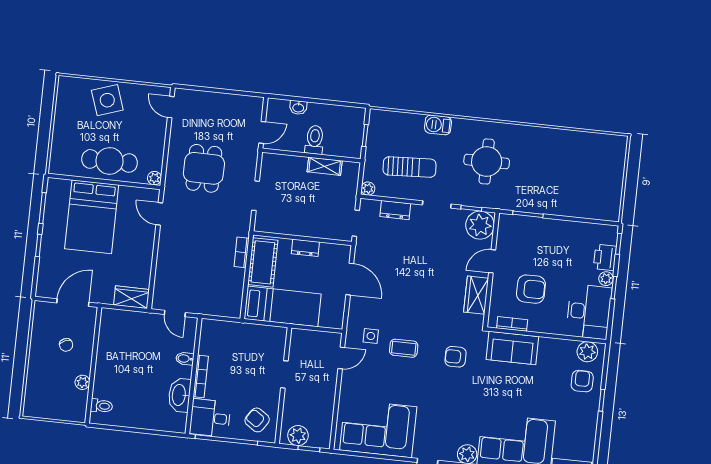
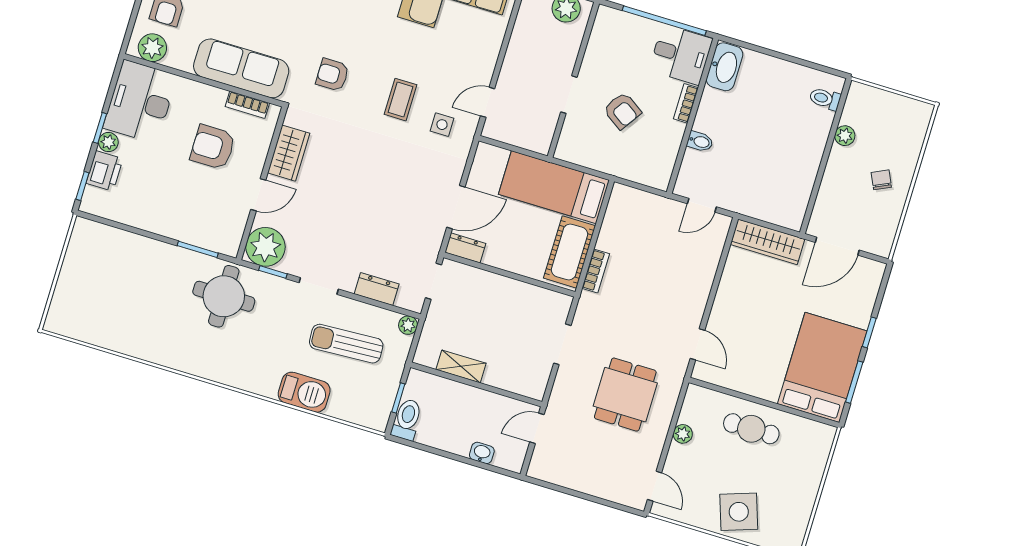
barbecue: (438, 125) -> (304, 392), width x1.38, depth x1.27
toilet: (315, 140) -> (407, 419), moved, turned 180
cafe table: (110, 161) -> (751, 429), width x0.73, depth x0.74
round table: (487, 161) -> (224, 296), moved
plant: (154, 178) -> (683, 434), moved
bed: (92, 217) -> (822, 367), moved
dresser: (305, 248) -> (465, 248), moved
door: (350, 279) -> (456, 207), swing flipped
wardrobe: (131, 297) -> (768, 242), width x1.50
door: (175, 313) -> (702, 205), swing flipped
chair: (66, 345) -> (881, 180), moved
coffee table: (404, 348) -> (400, 100), turned 90
sofa: (512, 348) -> (241, 68), width x1.36
armchair: (455, 357) -> (332, 75), turned 180
bookcase: (201, 376) -> (686, 103), width x0.64
washbasin: (179, 395) -> (725, 67), moved
armchair: (257, 420) -> (622, 111), moved

